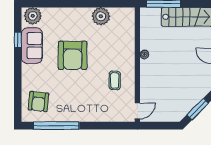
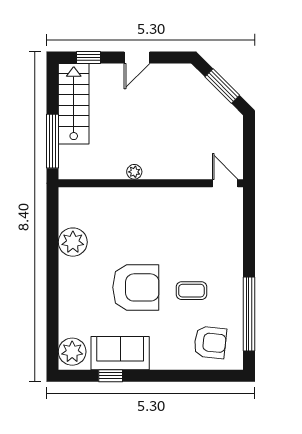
coffee table: (115, 80) -> (191, 291), moved

